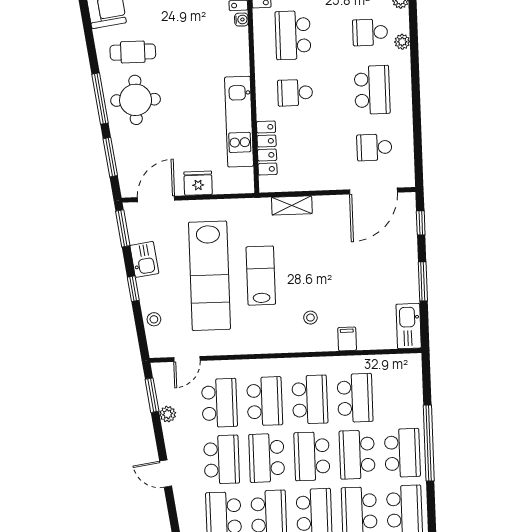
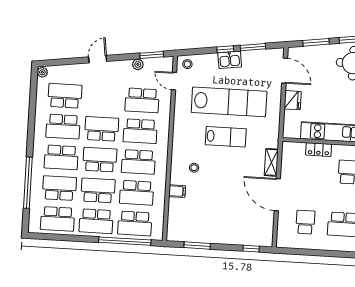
locker: (267, 148) -> (319, 150), width x0.66
door: (373, 191) -> (277, 195), moved
window: (123, 228) -> (253, 47), moved
kitchen sink: (144, 259) -> (230, 60), moved
lab bench: (209, 276) -> (229, 102), turned 180
window: (423, 281) -> (197, 245), moved
stool: (154, 319) -> (187, 64), moved
kitchen sink: (409, 326) -> (182, 234), removed
window: (429, 443) -> (125, 241), moved
school desk: (222, 460) -> (135, 223), moved

